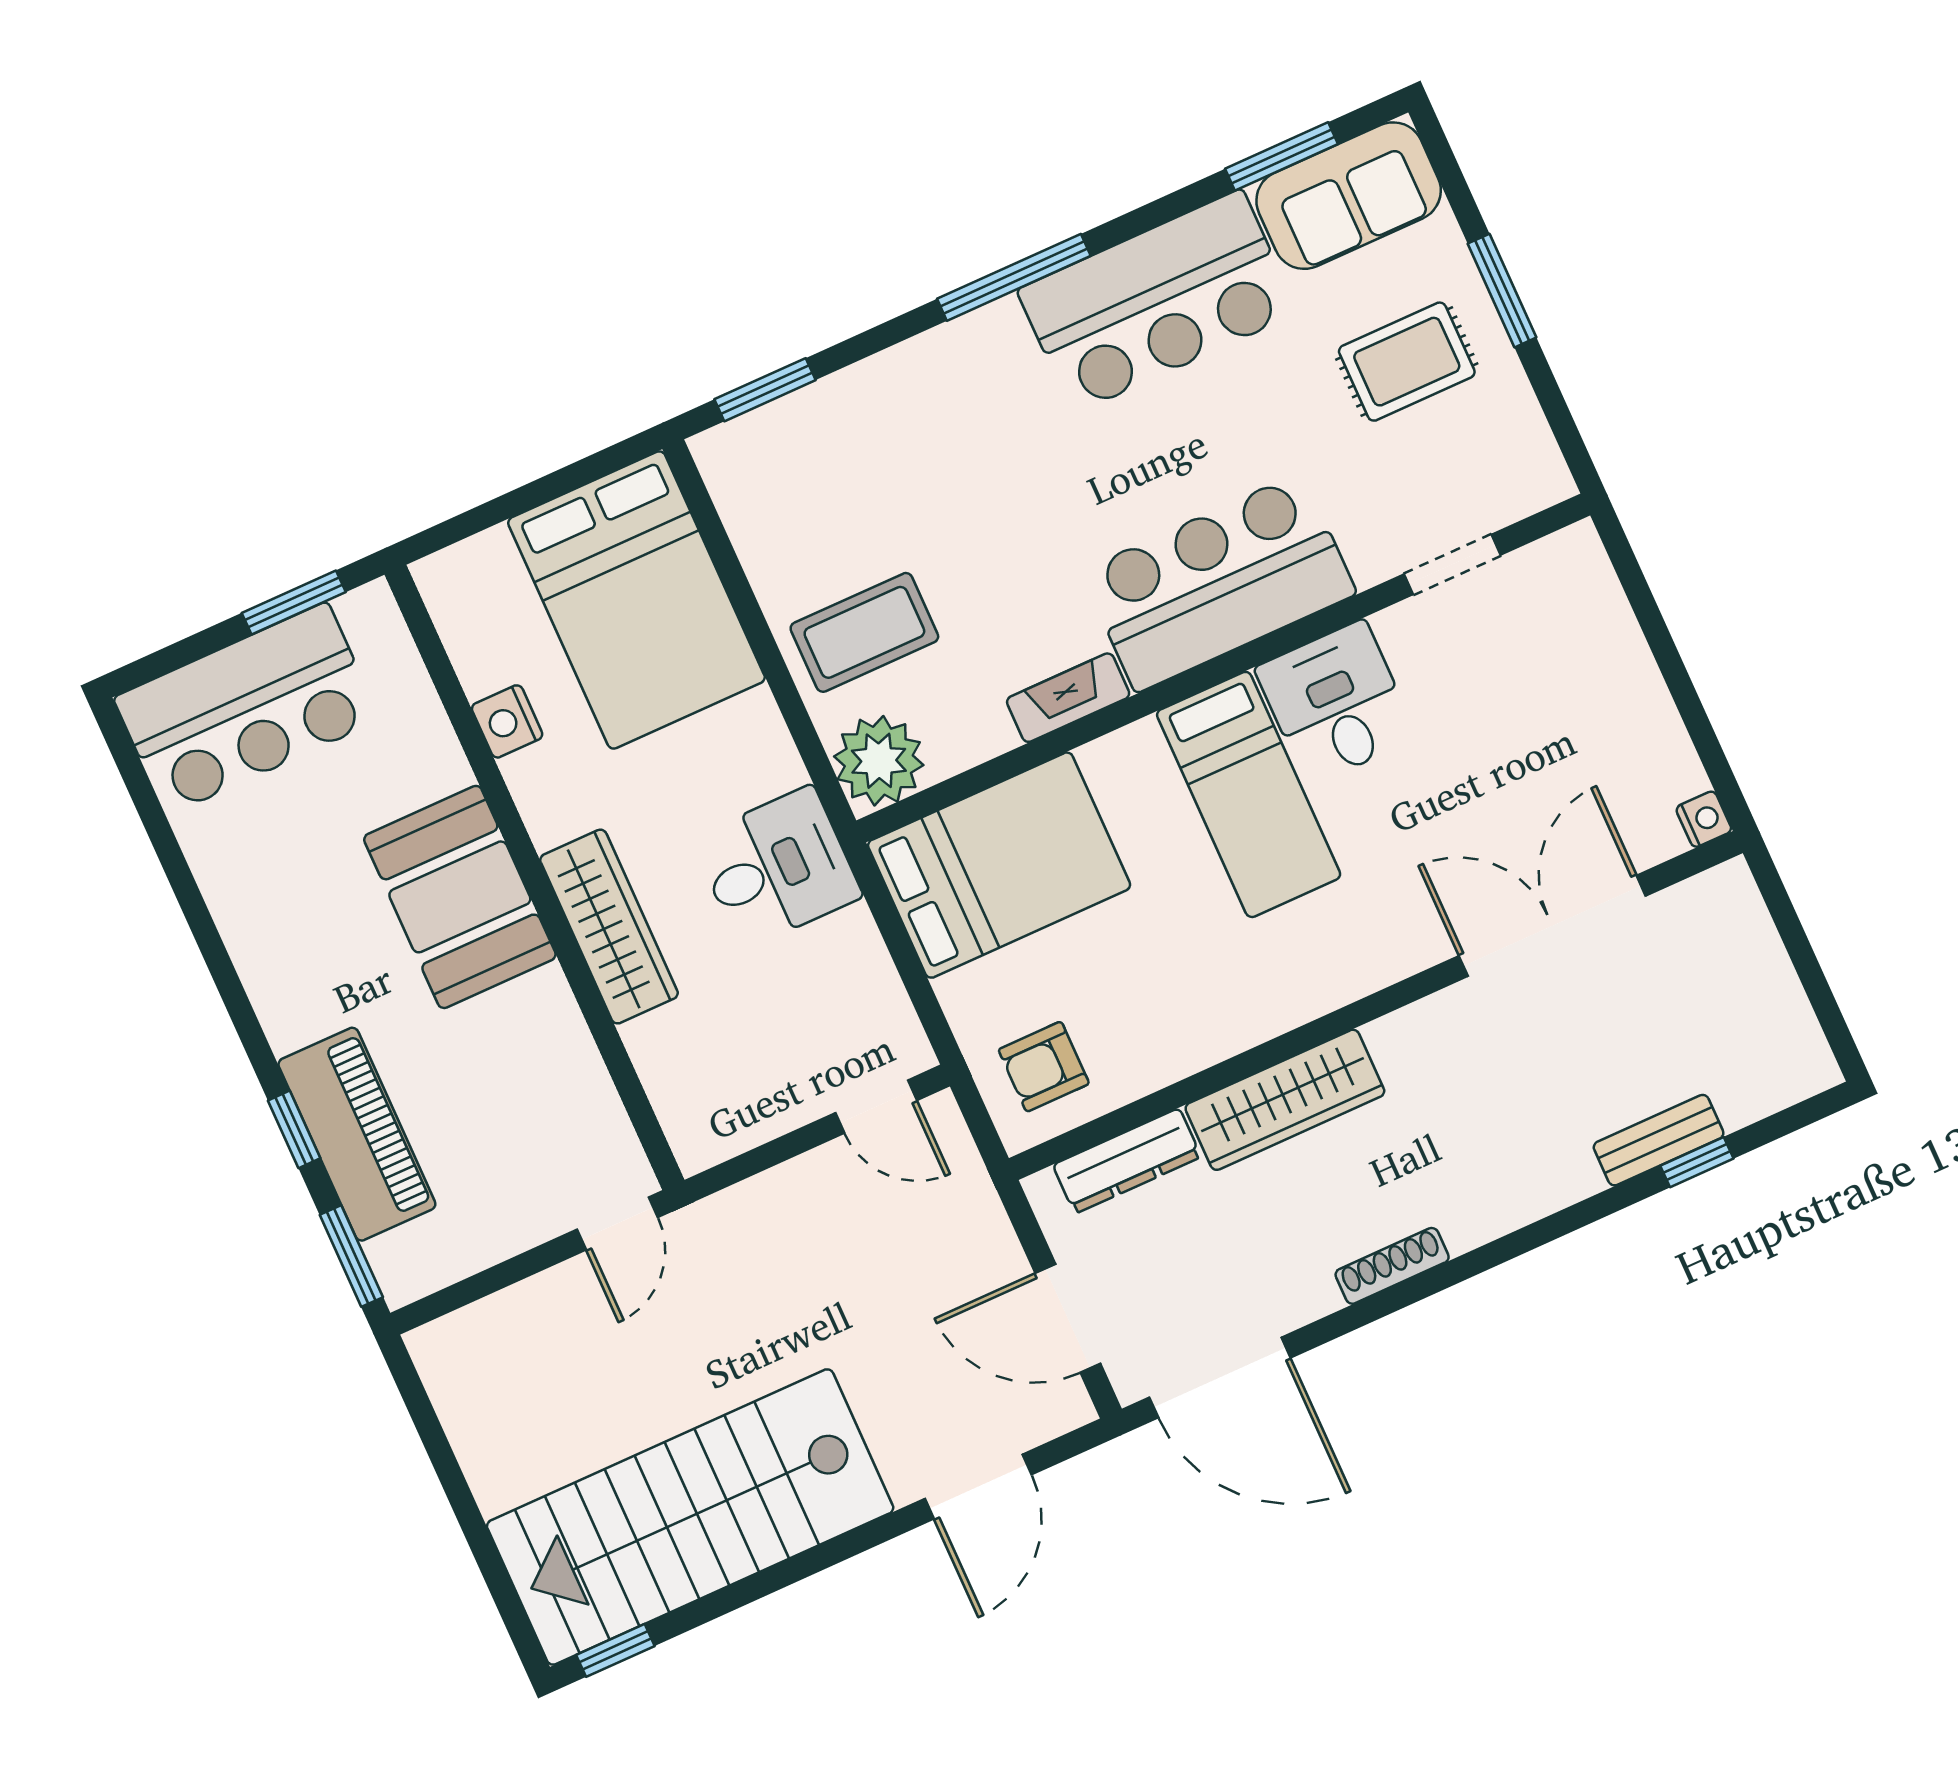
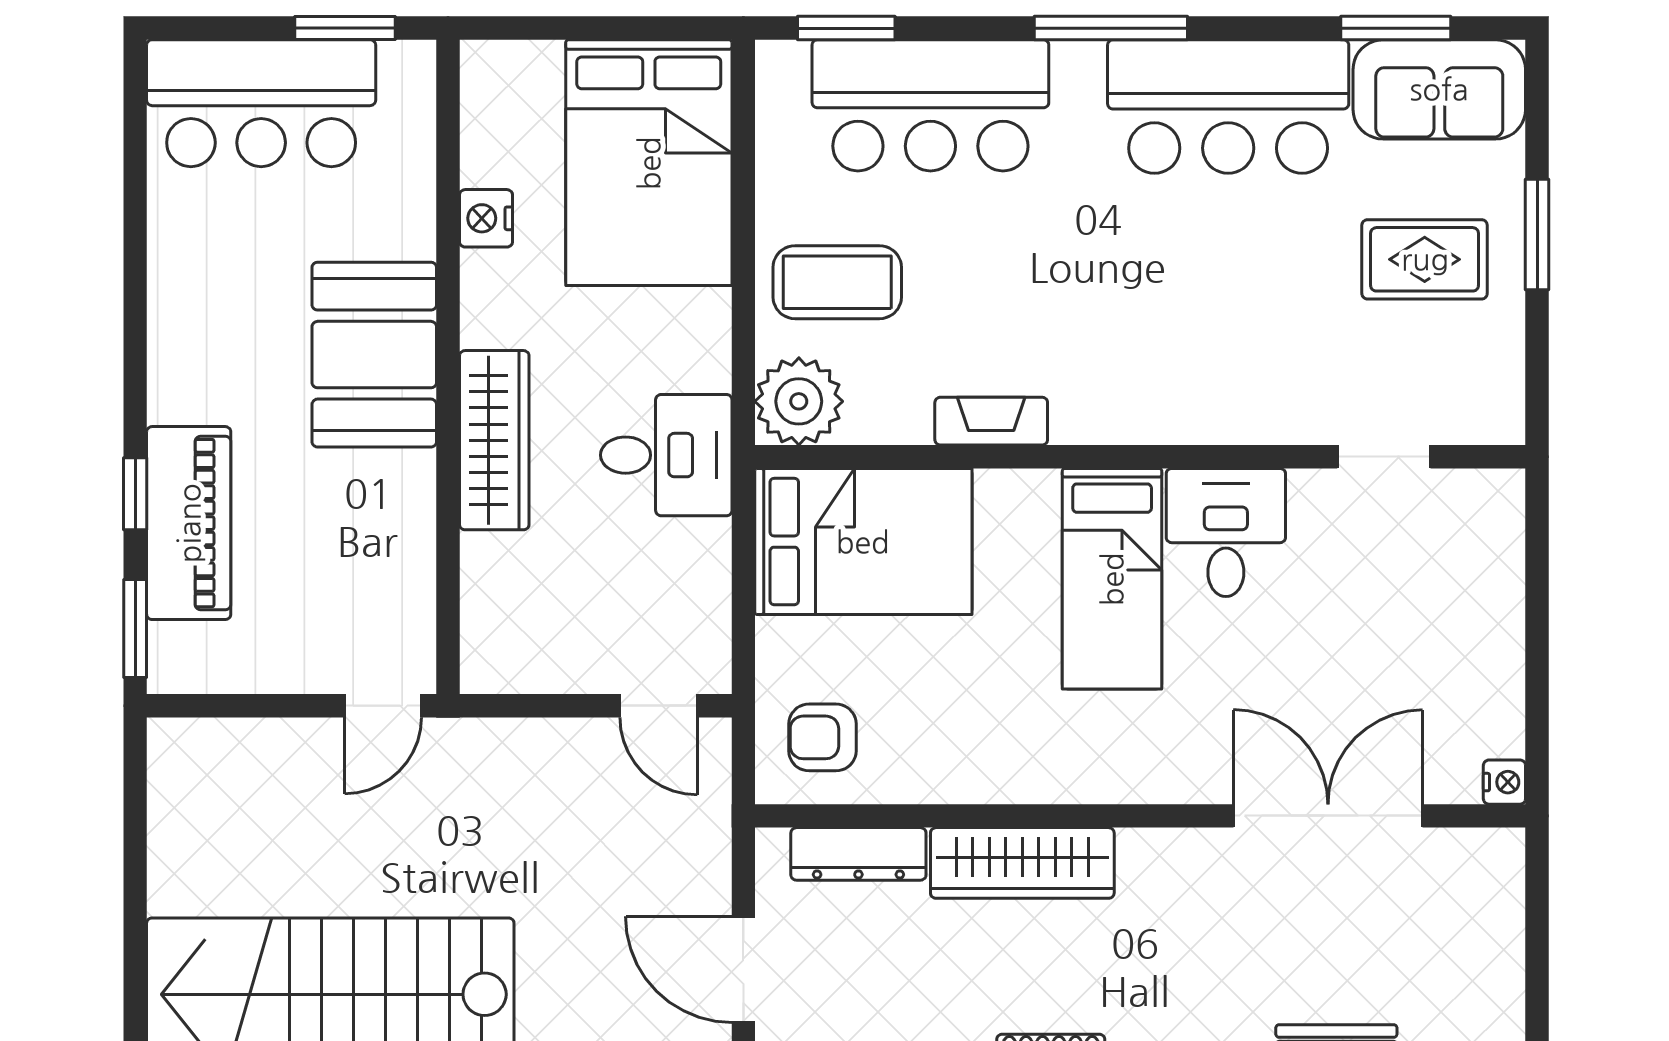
bar counter: (1219, 582) -> (930, 105), moved, turned 180

